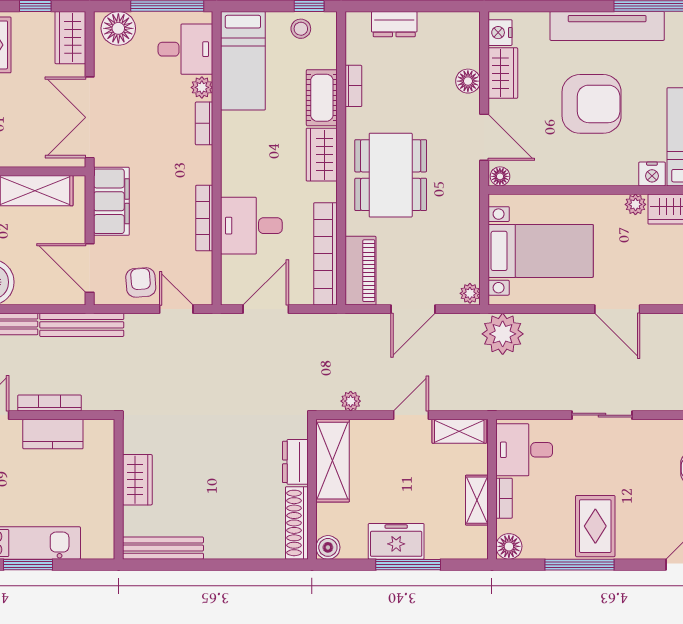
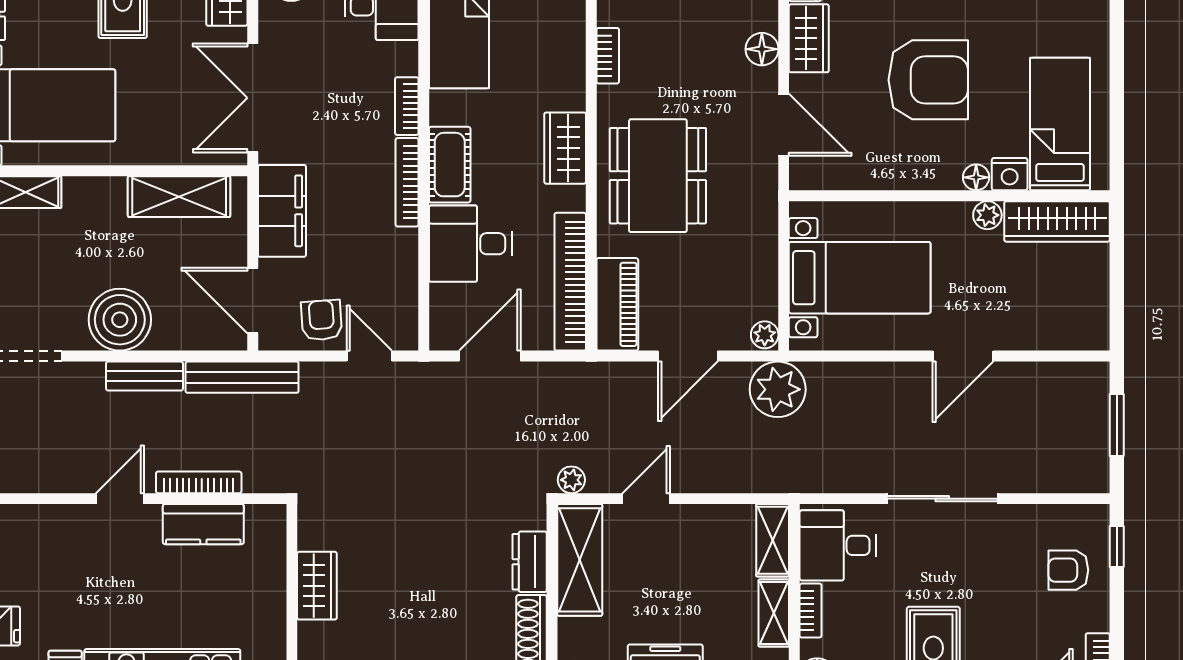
plant: (202, 87) -> (404, 58), removed
cot: (322, 98) -> (450, 165), moved
floor lamp: (500, 176) -> (976, 177), moved
bookcase: (204, 218) -> (407, 182), moved
door: (617, 309) -> (963, 356), hinge flipped
plant: (503, 334) -> (778, 389), moved
plant: (351, 401) -> (571, 480), moved
door: (411, 415) -> (646, 499), moved
sliding door: (602, 415) -> (942, 499), width x1.37
shelving: (459, 431) -> (773, 540), moved, turned 90

